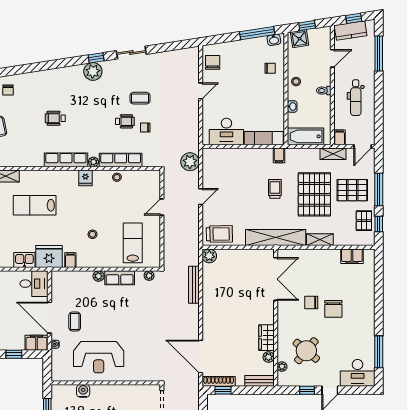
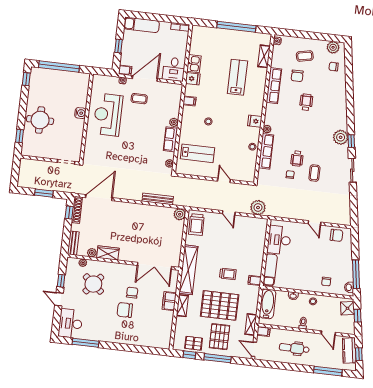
chair: (24, 133) -> (297, 76), added
row of seats: (66, 160) -> (274, 86), moved
filing cabinet: (352, 256) -> (169, 301), moved
fridge: (49, 257) -> (193, 79), width x0.53, depth x0.75
filing cabinet: (37, 343) -> (125, 70), width x0.50
water cooler: (83, 391) -> (80, 113), moved

